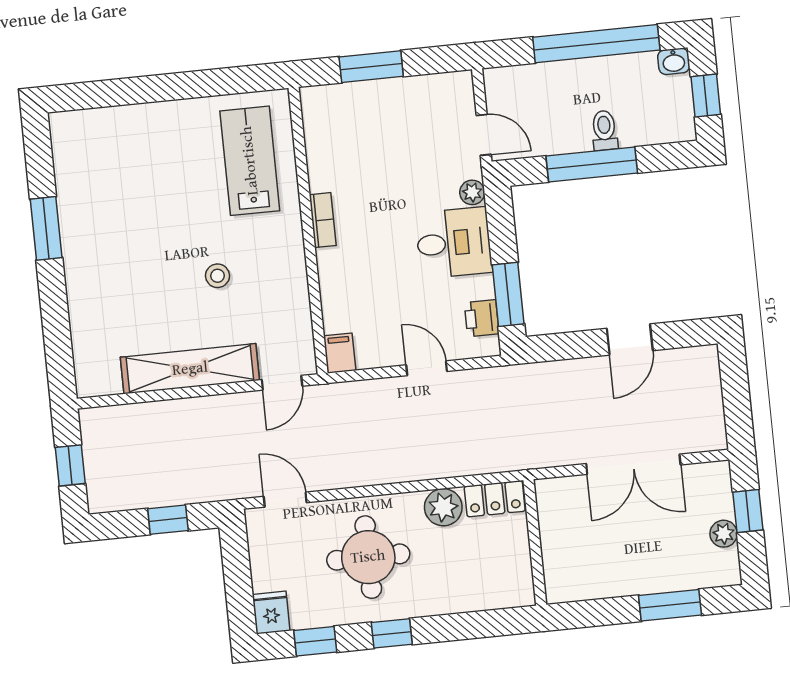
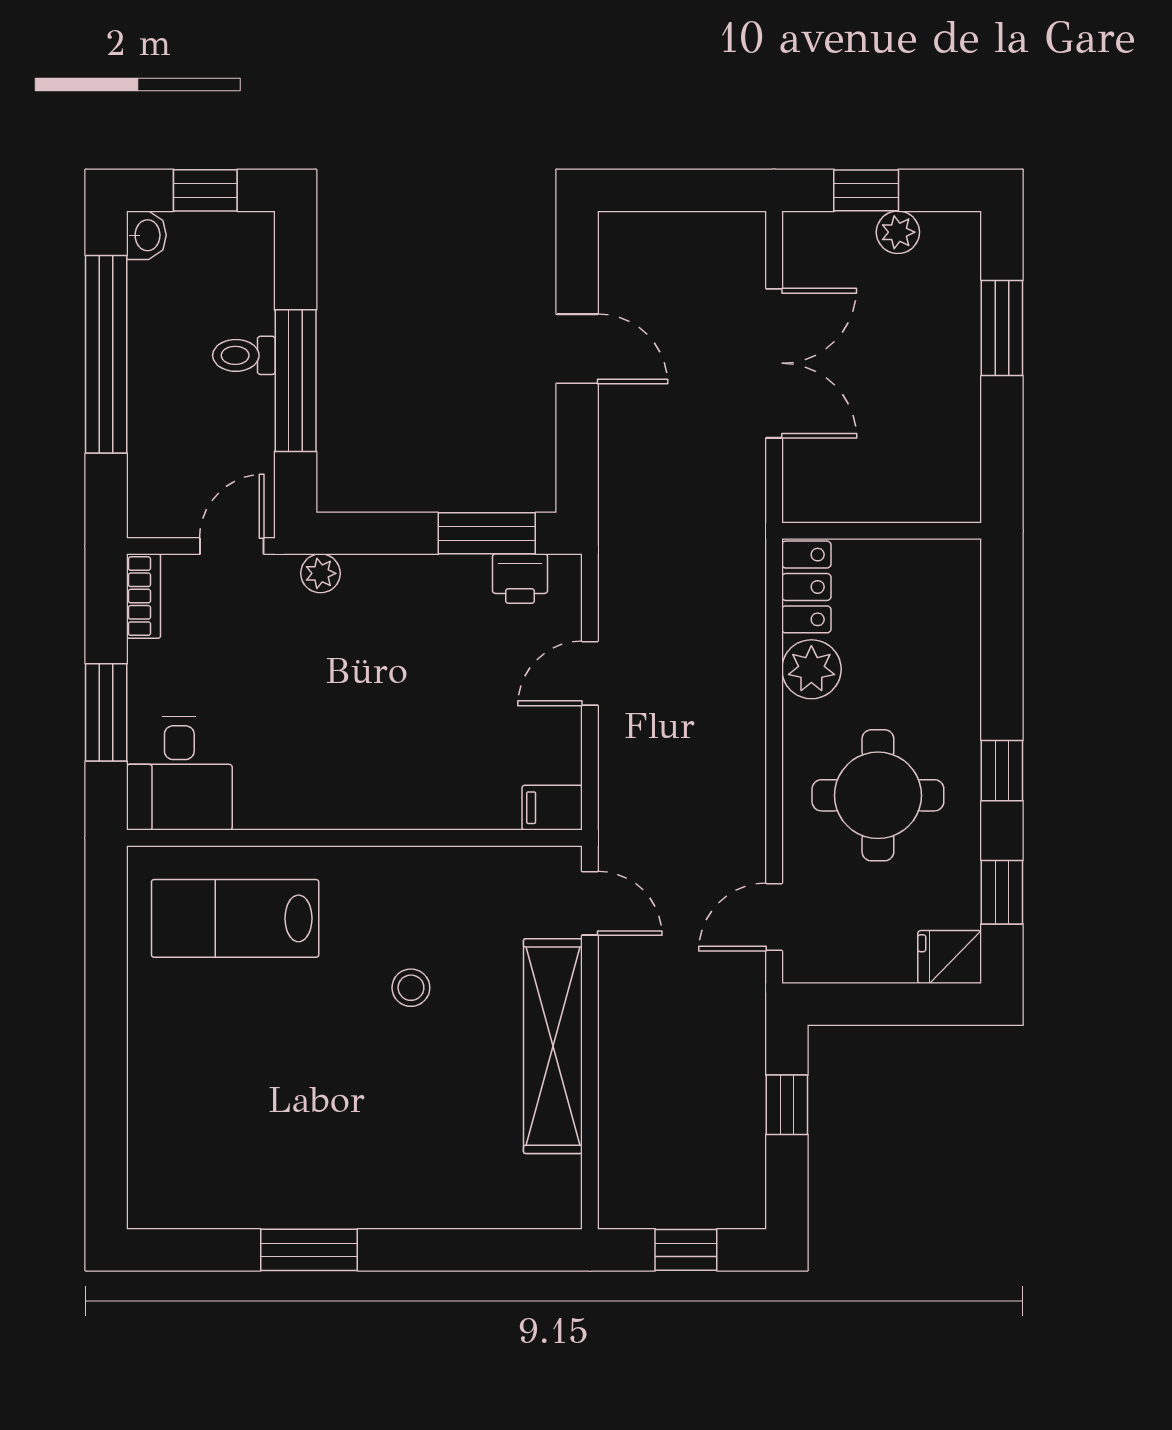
bookcase: (323, 220) -> (144, 596), moved, turned 90
desk: (454, 243) -> (179, 773), moved, turned 180

